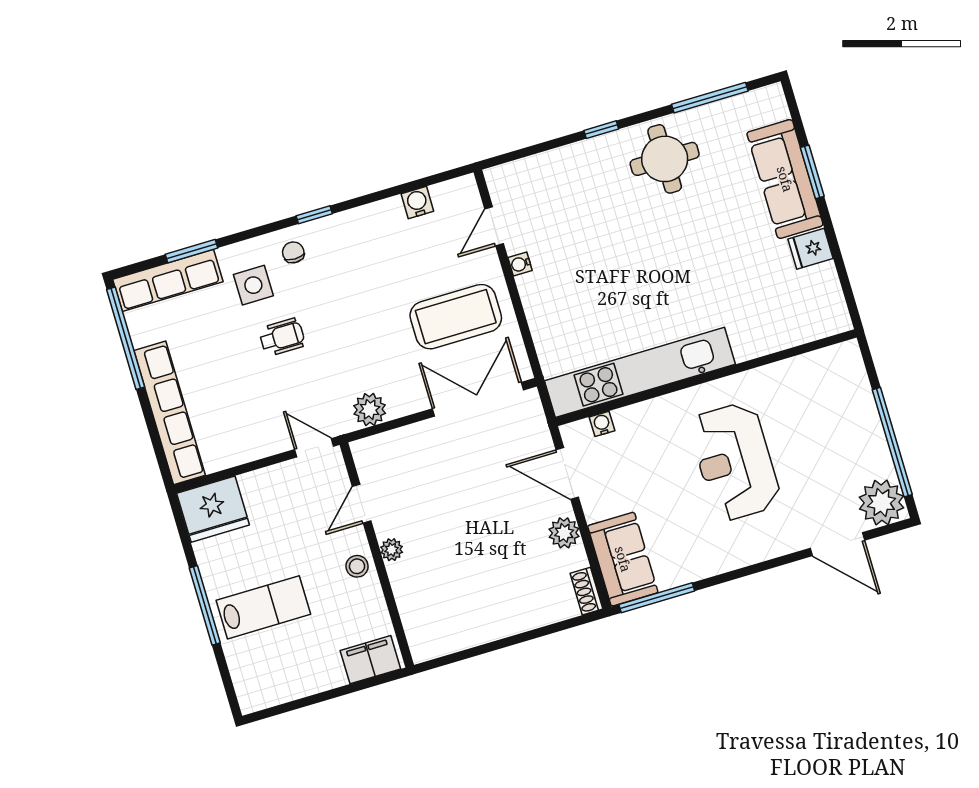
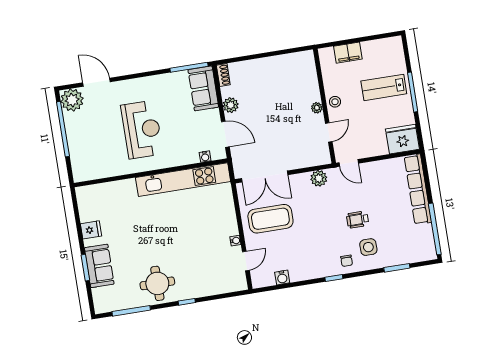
sofa: (785, 179) -> (99, 266), width x0.73
row of seats: (168, 280) -> (410, 255), removed
filing cabinet: (370, 660) -> (348, 53), moved

